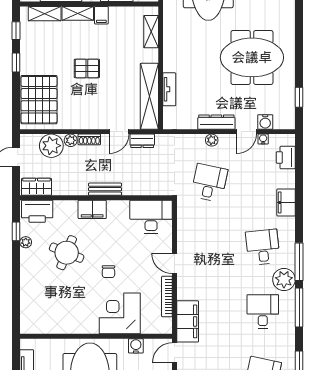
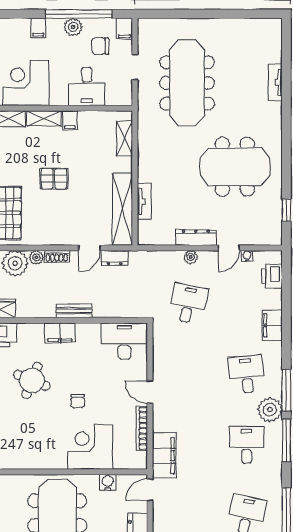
water cooler: (265, 122) -> (249, 237), removed

